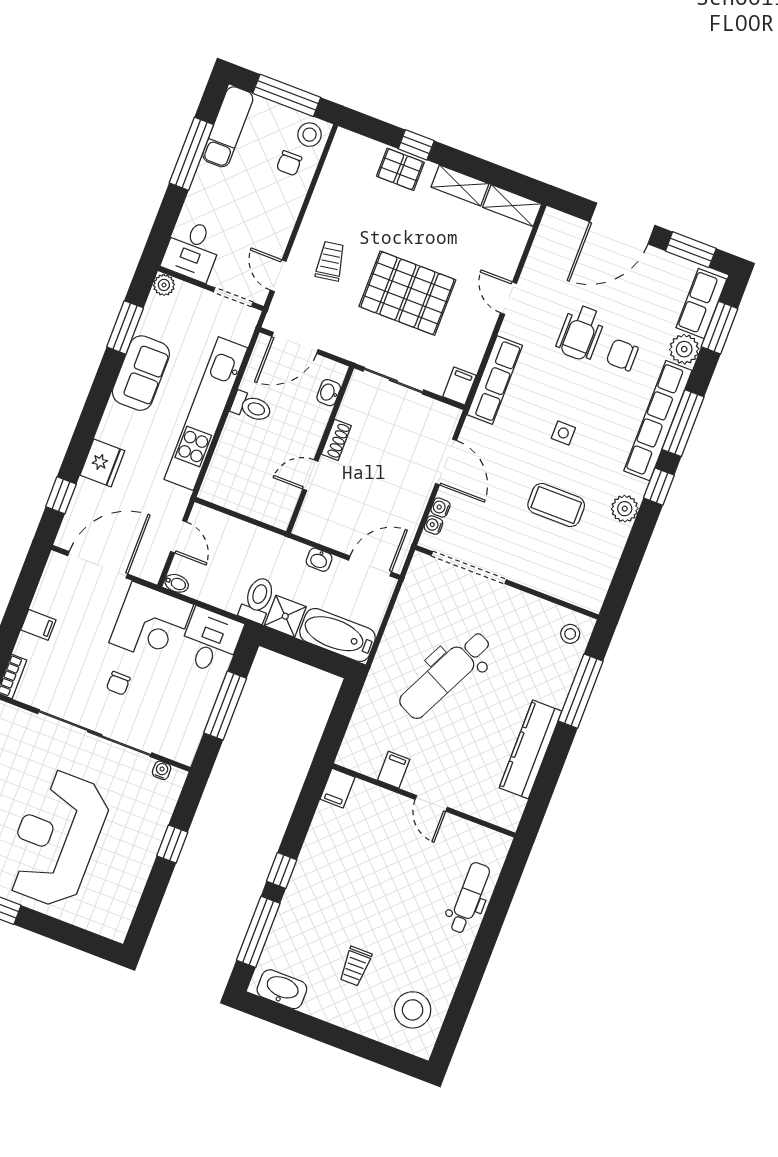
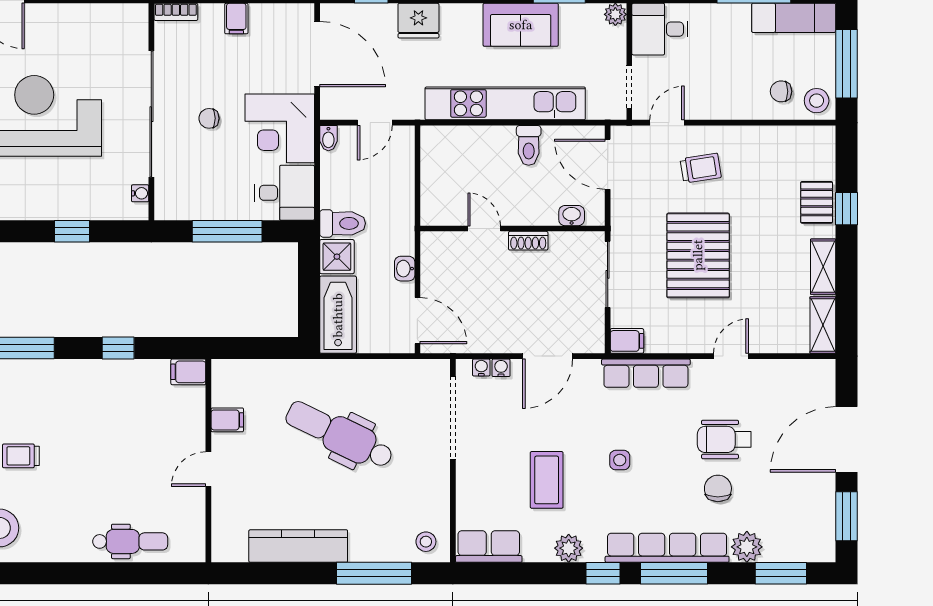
door: (622, 223) -> (846, 439), hinge flipped
row of seats: (701, 303) -> (489, 547), moved
window: (282, 871) -> (118, 348), moved

